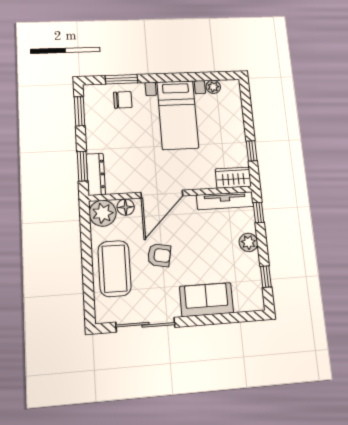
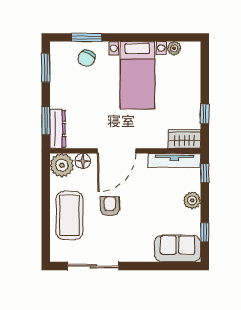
chair: (123, 100) -> (87, 58), turned 118
armchair: (159, 255) -> (110, 206), turned -101
sofa: (206, 300) -> (178, 249), moved

